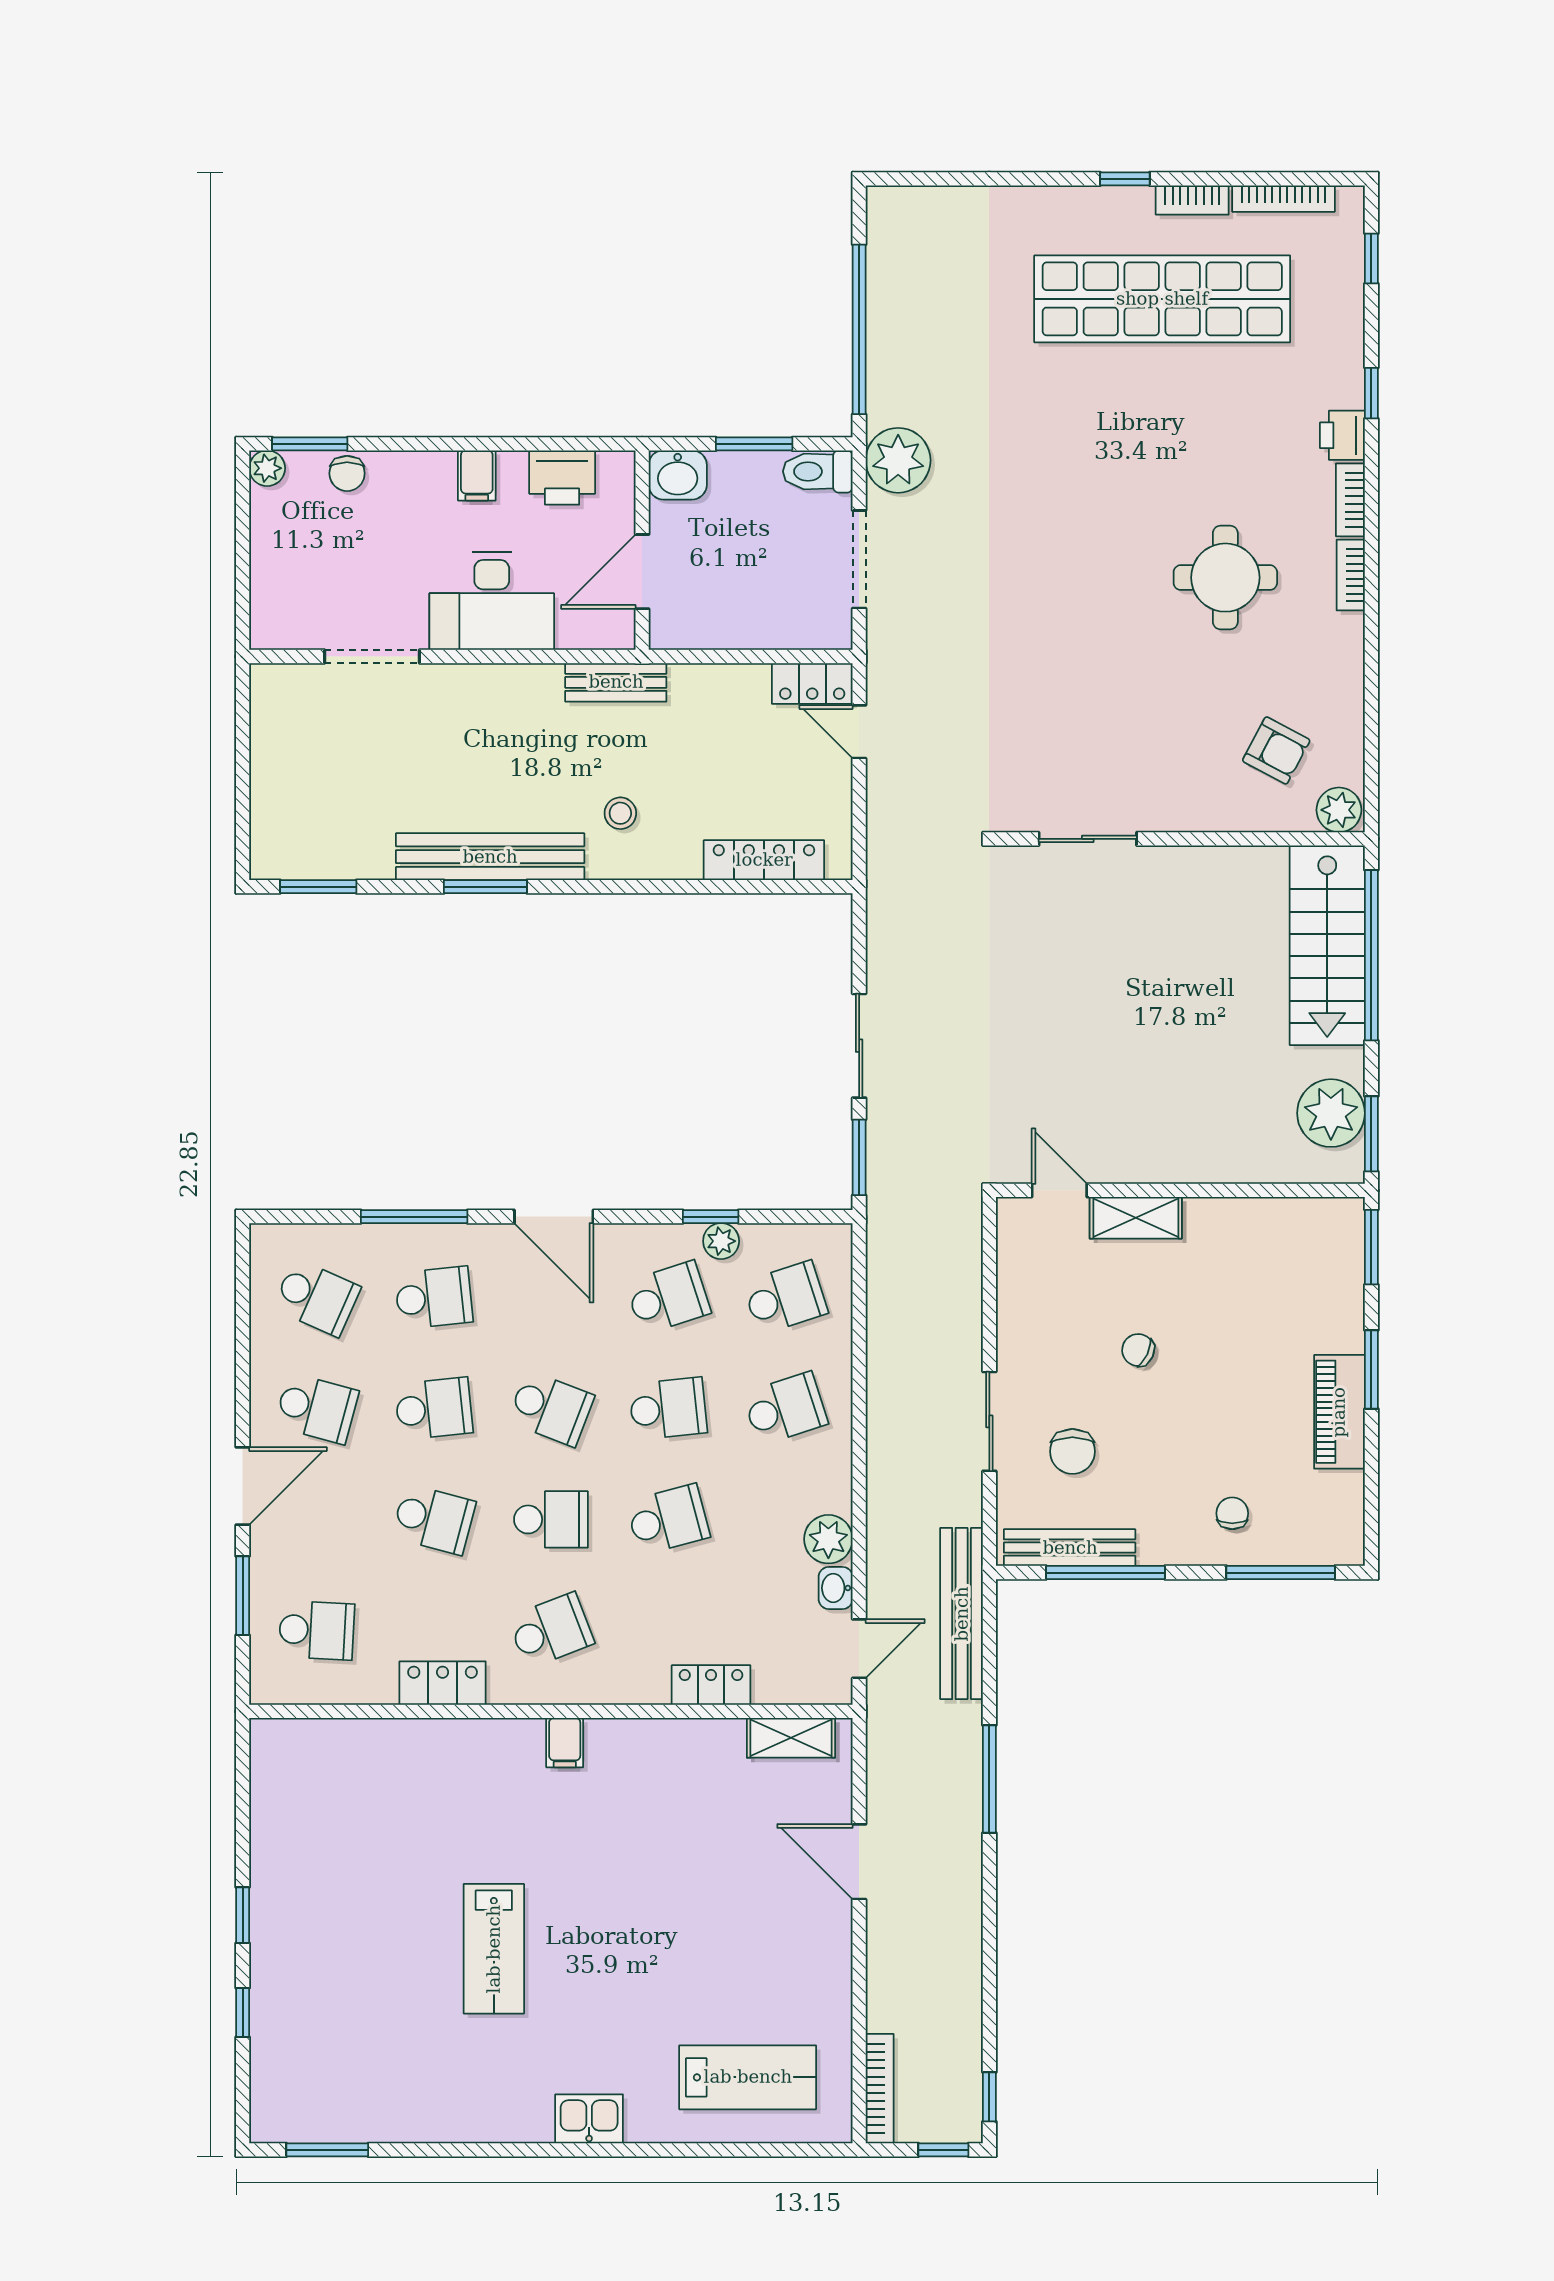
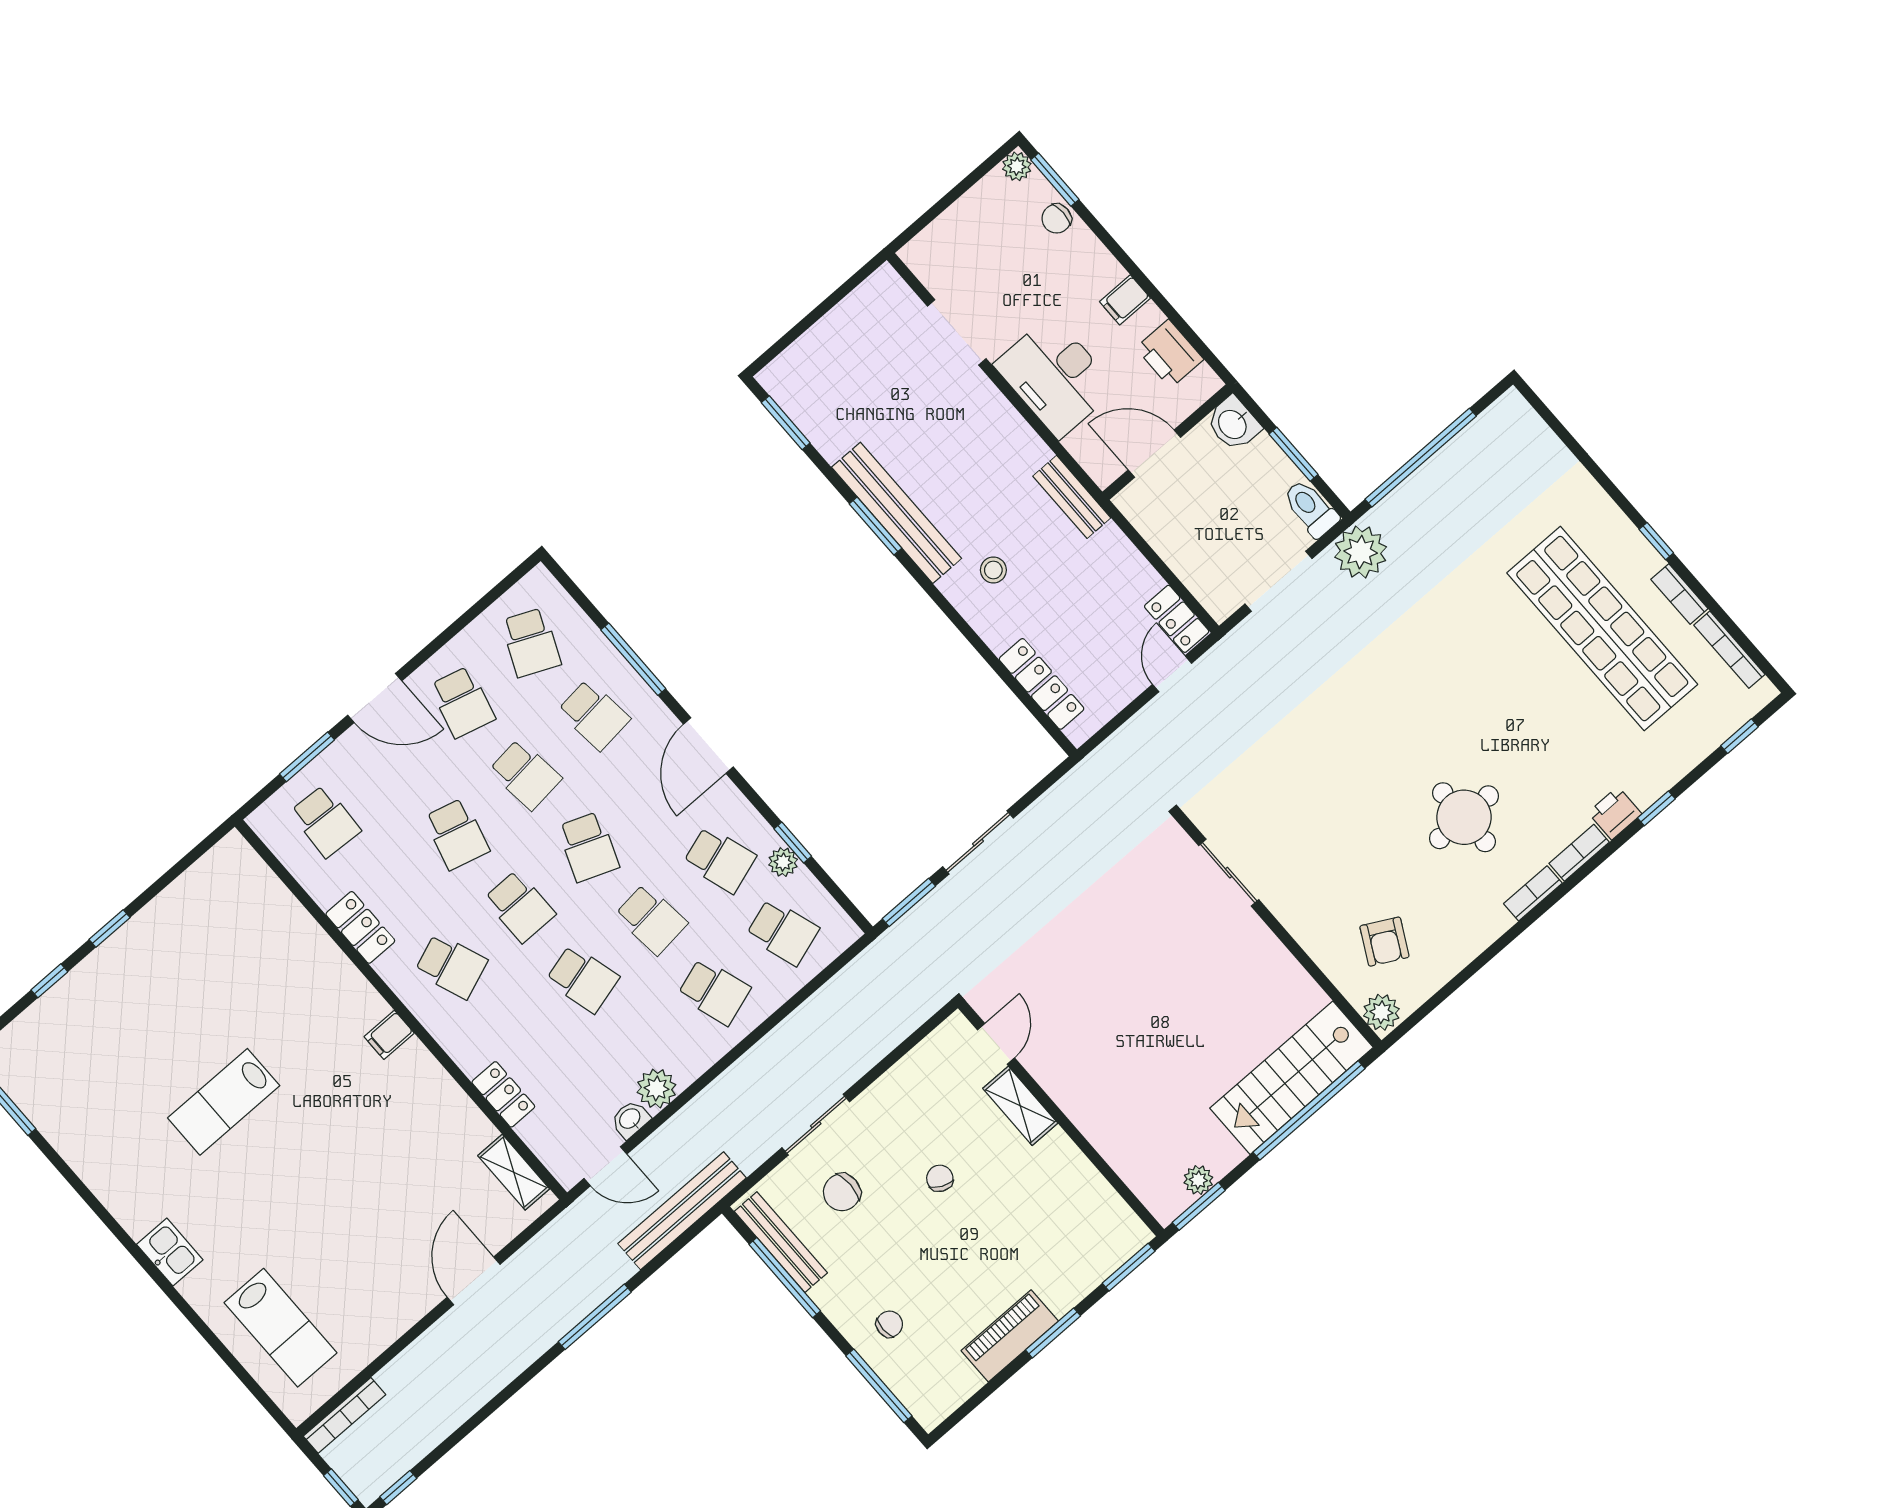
plant: (1331, 1113) -> (1198, 1180), width x0.53, depth x0.53

